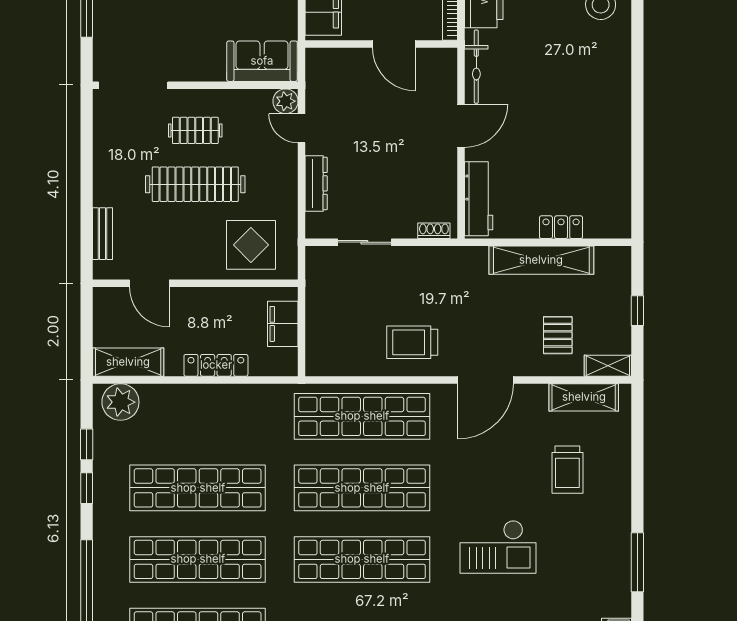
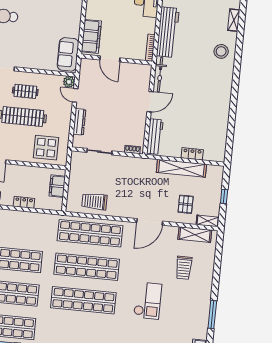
door: (394, 44) -> (110, 59), moved
sofa: (262, 61) -> (68, 54), moved, turned -90
trolley: (412, 342) -> (94, 202), moved
locker: (216, 365) -> (24, 202), width x0.66
checkout: (498, 547) -> (148, 301), turned -90

